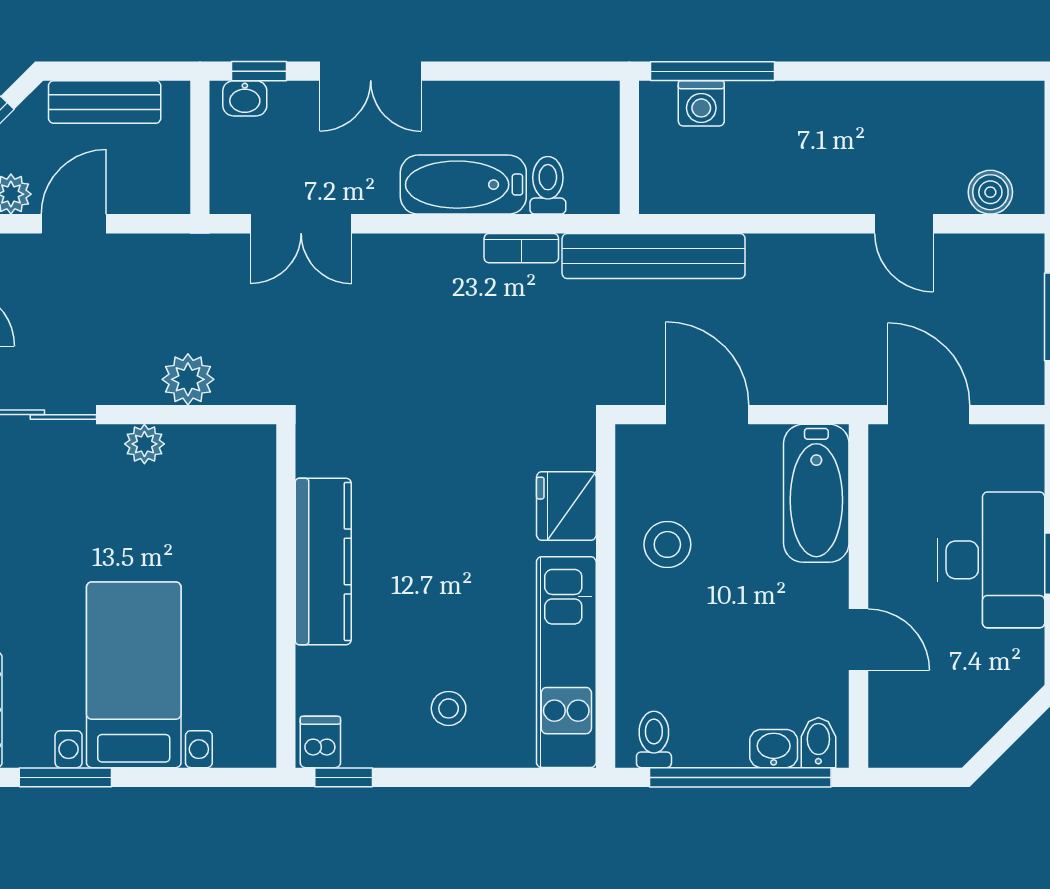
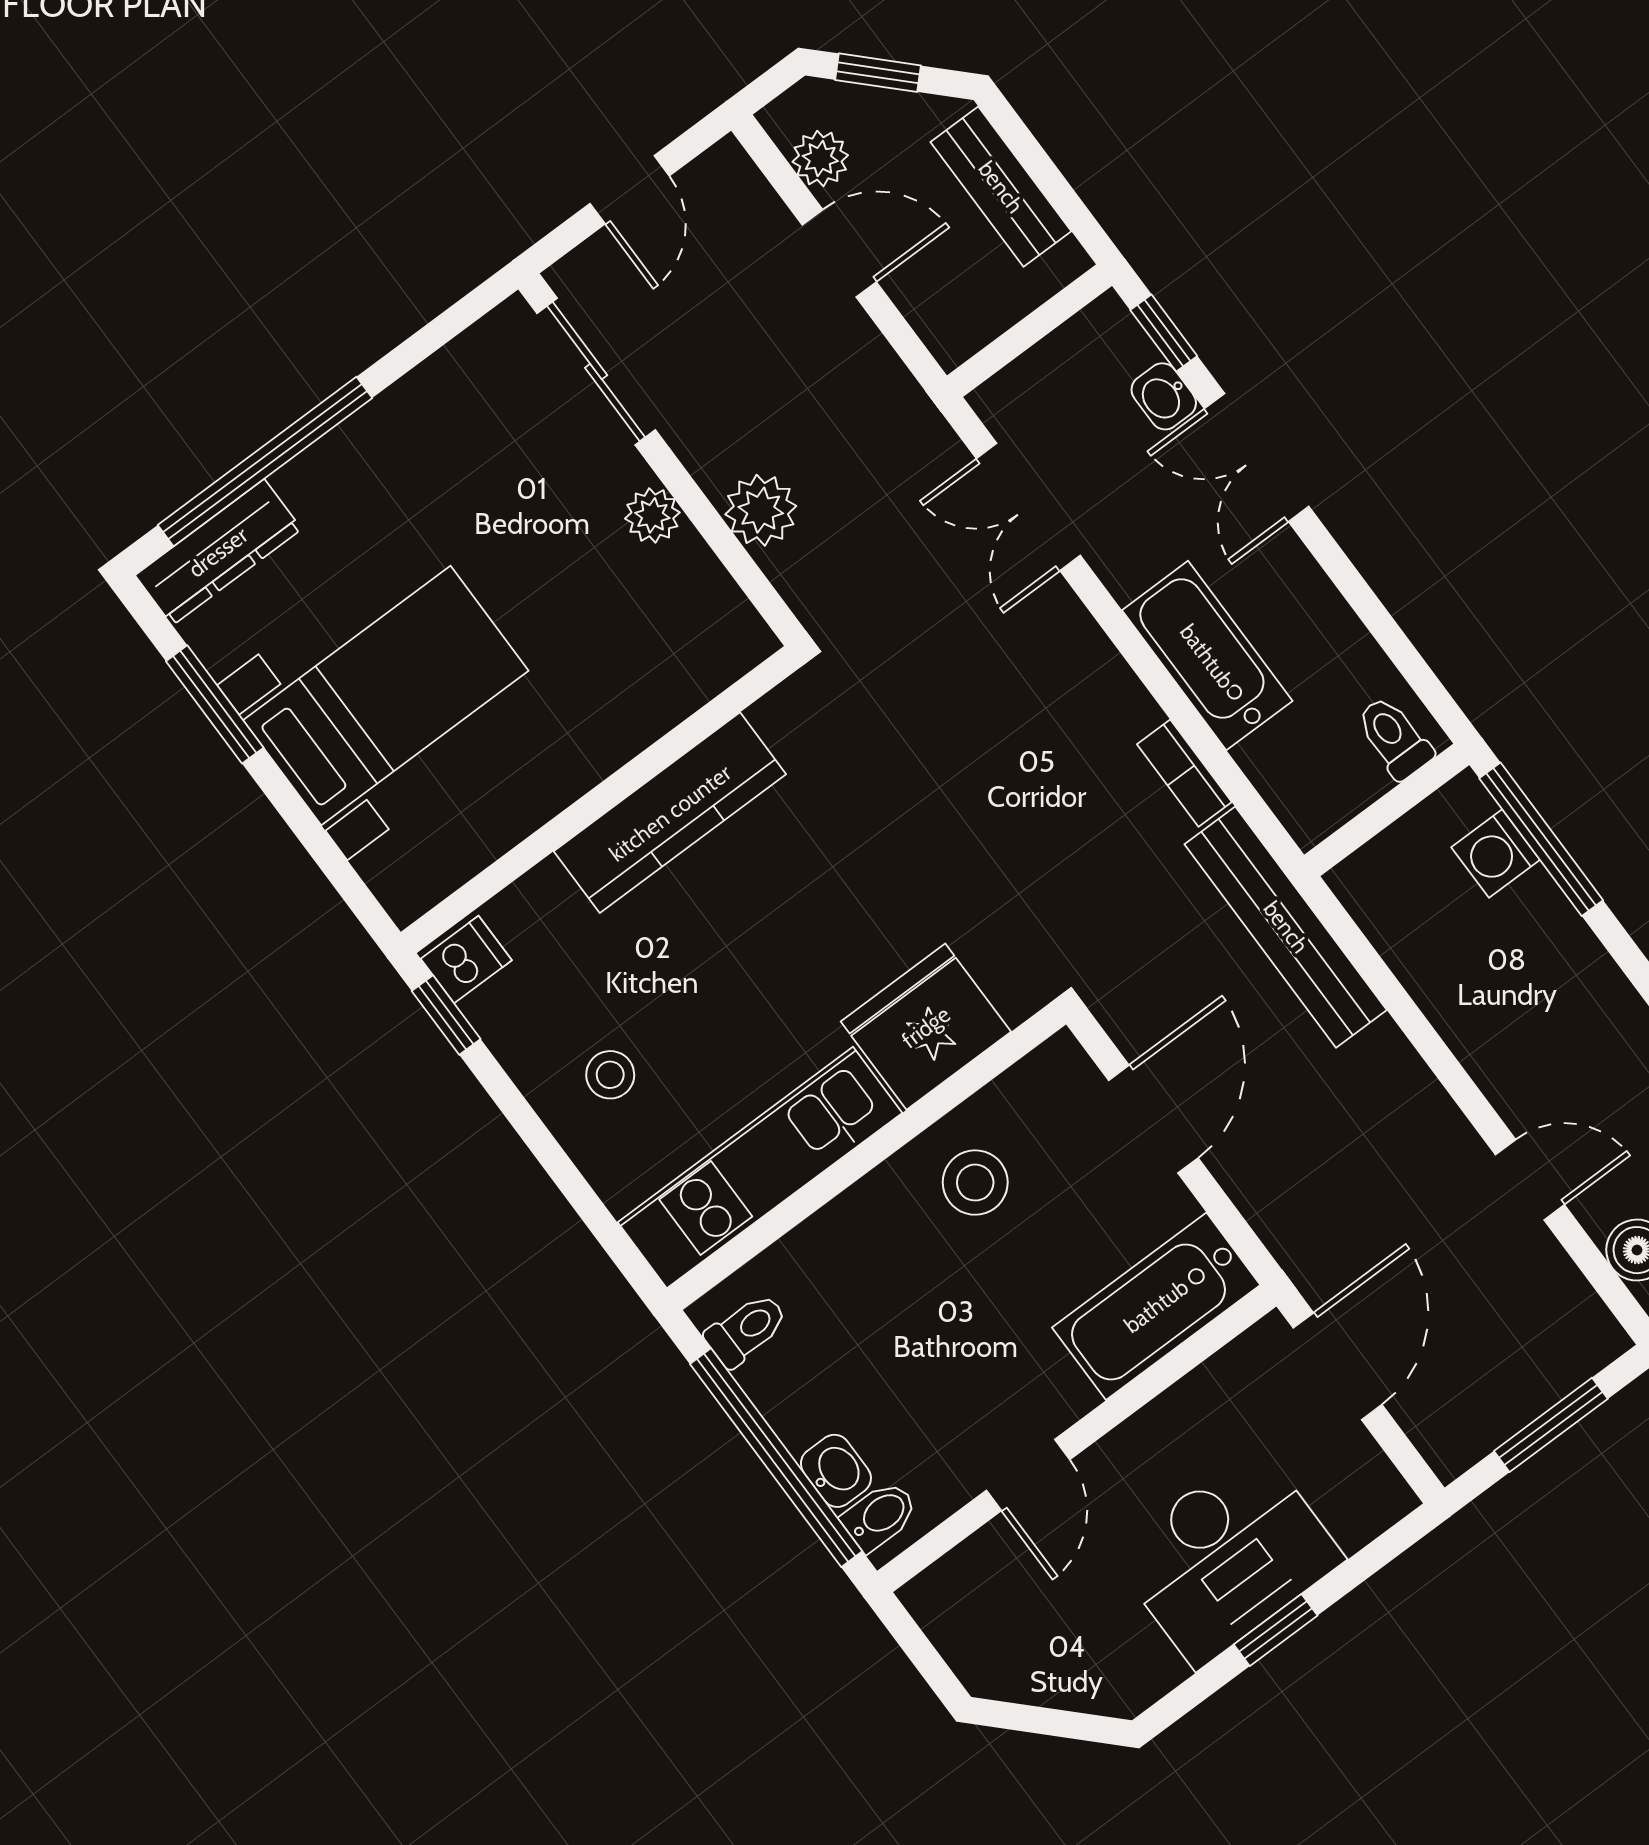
washbasin: (245, 98) -> (1164, 396), moved
toilet: (548, 185) -> (1394, 738), moved, turned -90
door: (904, 224) -> (1530, 1180), swing flipped
fridge: (566, 506) -> (926, 1027), width x1.36, depth x1.34

